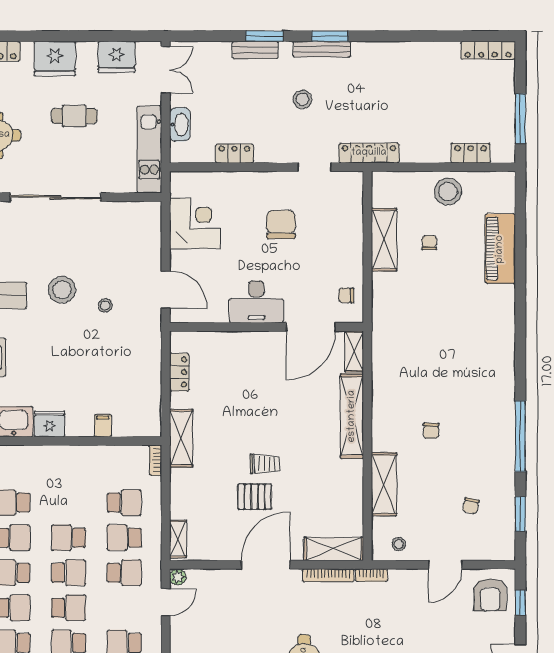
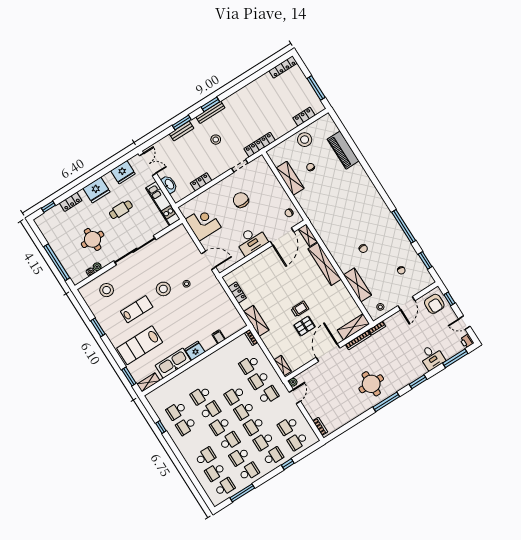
school desk: (124, 503) -> (249, 365), turned 180
school desk: (69, 573) -> (244, 411), turned 180
school desk: (69, 608) -> (254, 426), turned 180

